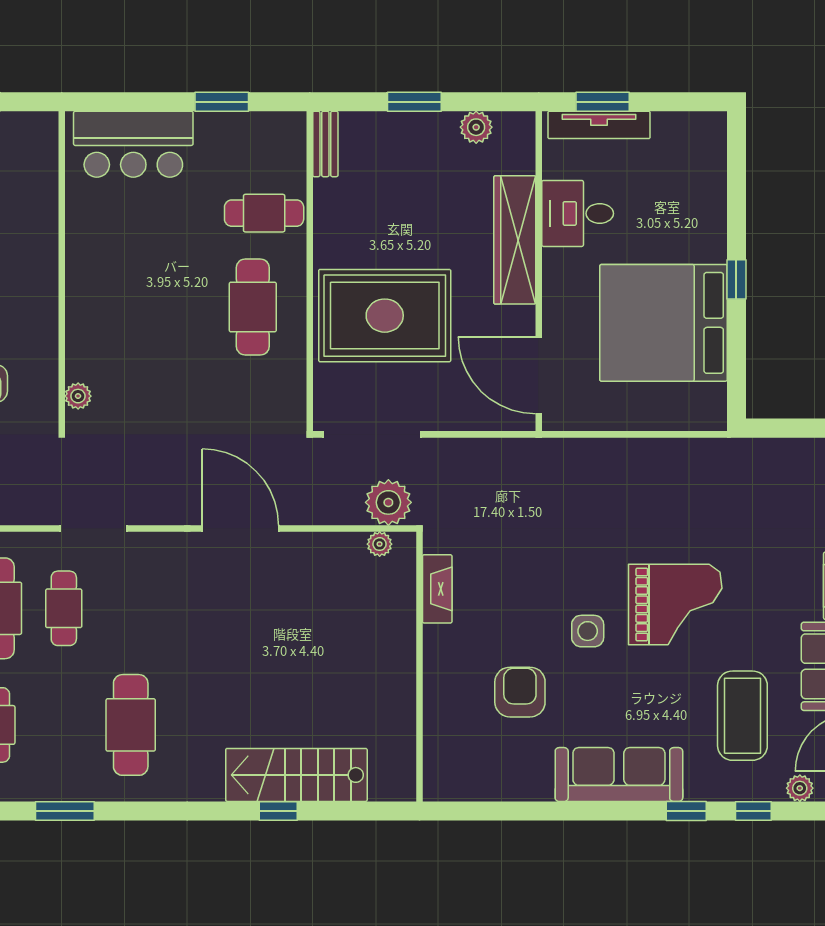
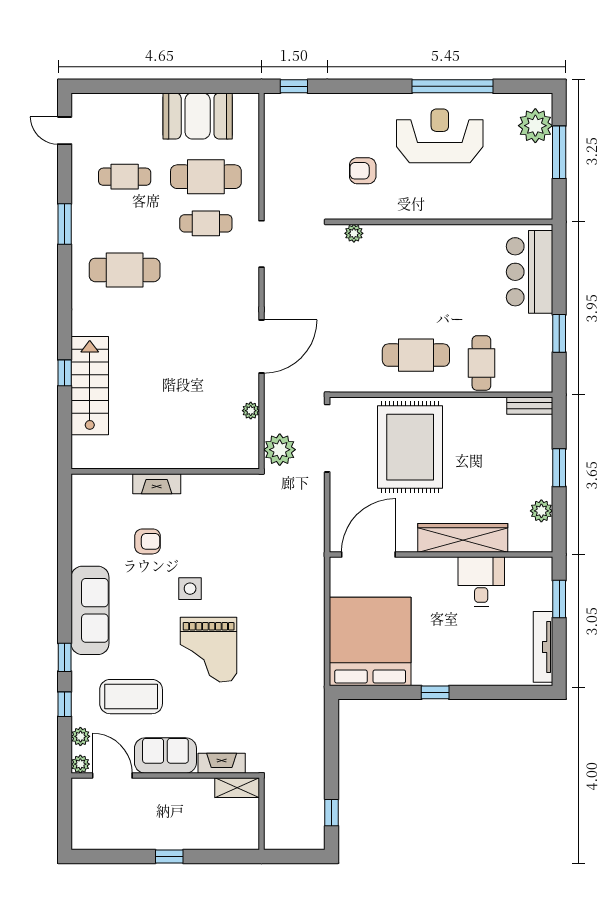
tv unit: (599, 125) -> (543, 647), moved
bed: (664, 323) -> (370, 641), moved
plant: (380, 544) -> (251, 411), moved
fireplace: (437, 589) -> (157, 484), moved
armchair: (520, 692) -> (148, 541), width x0.72, depth x0.72

